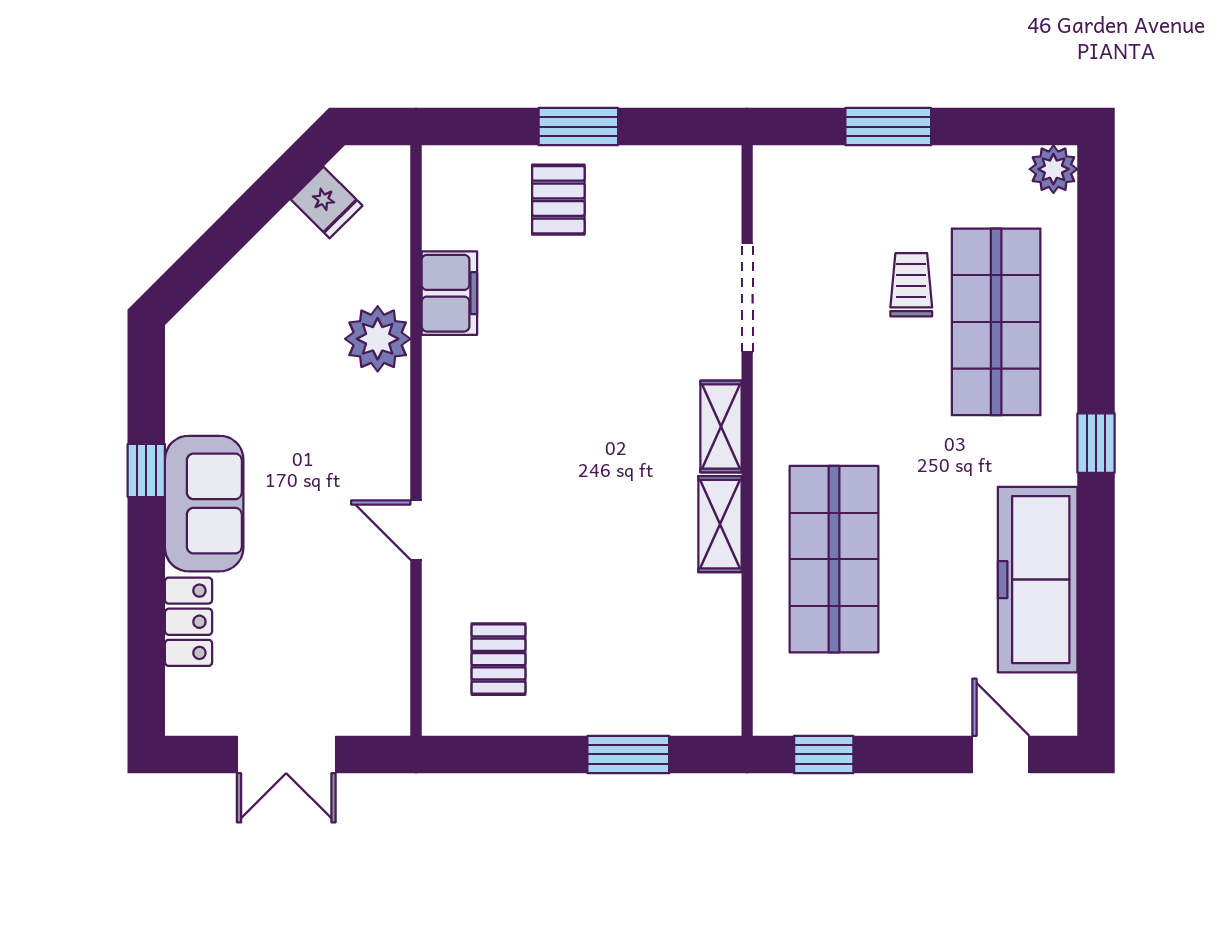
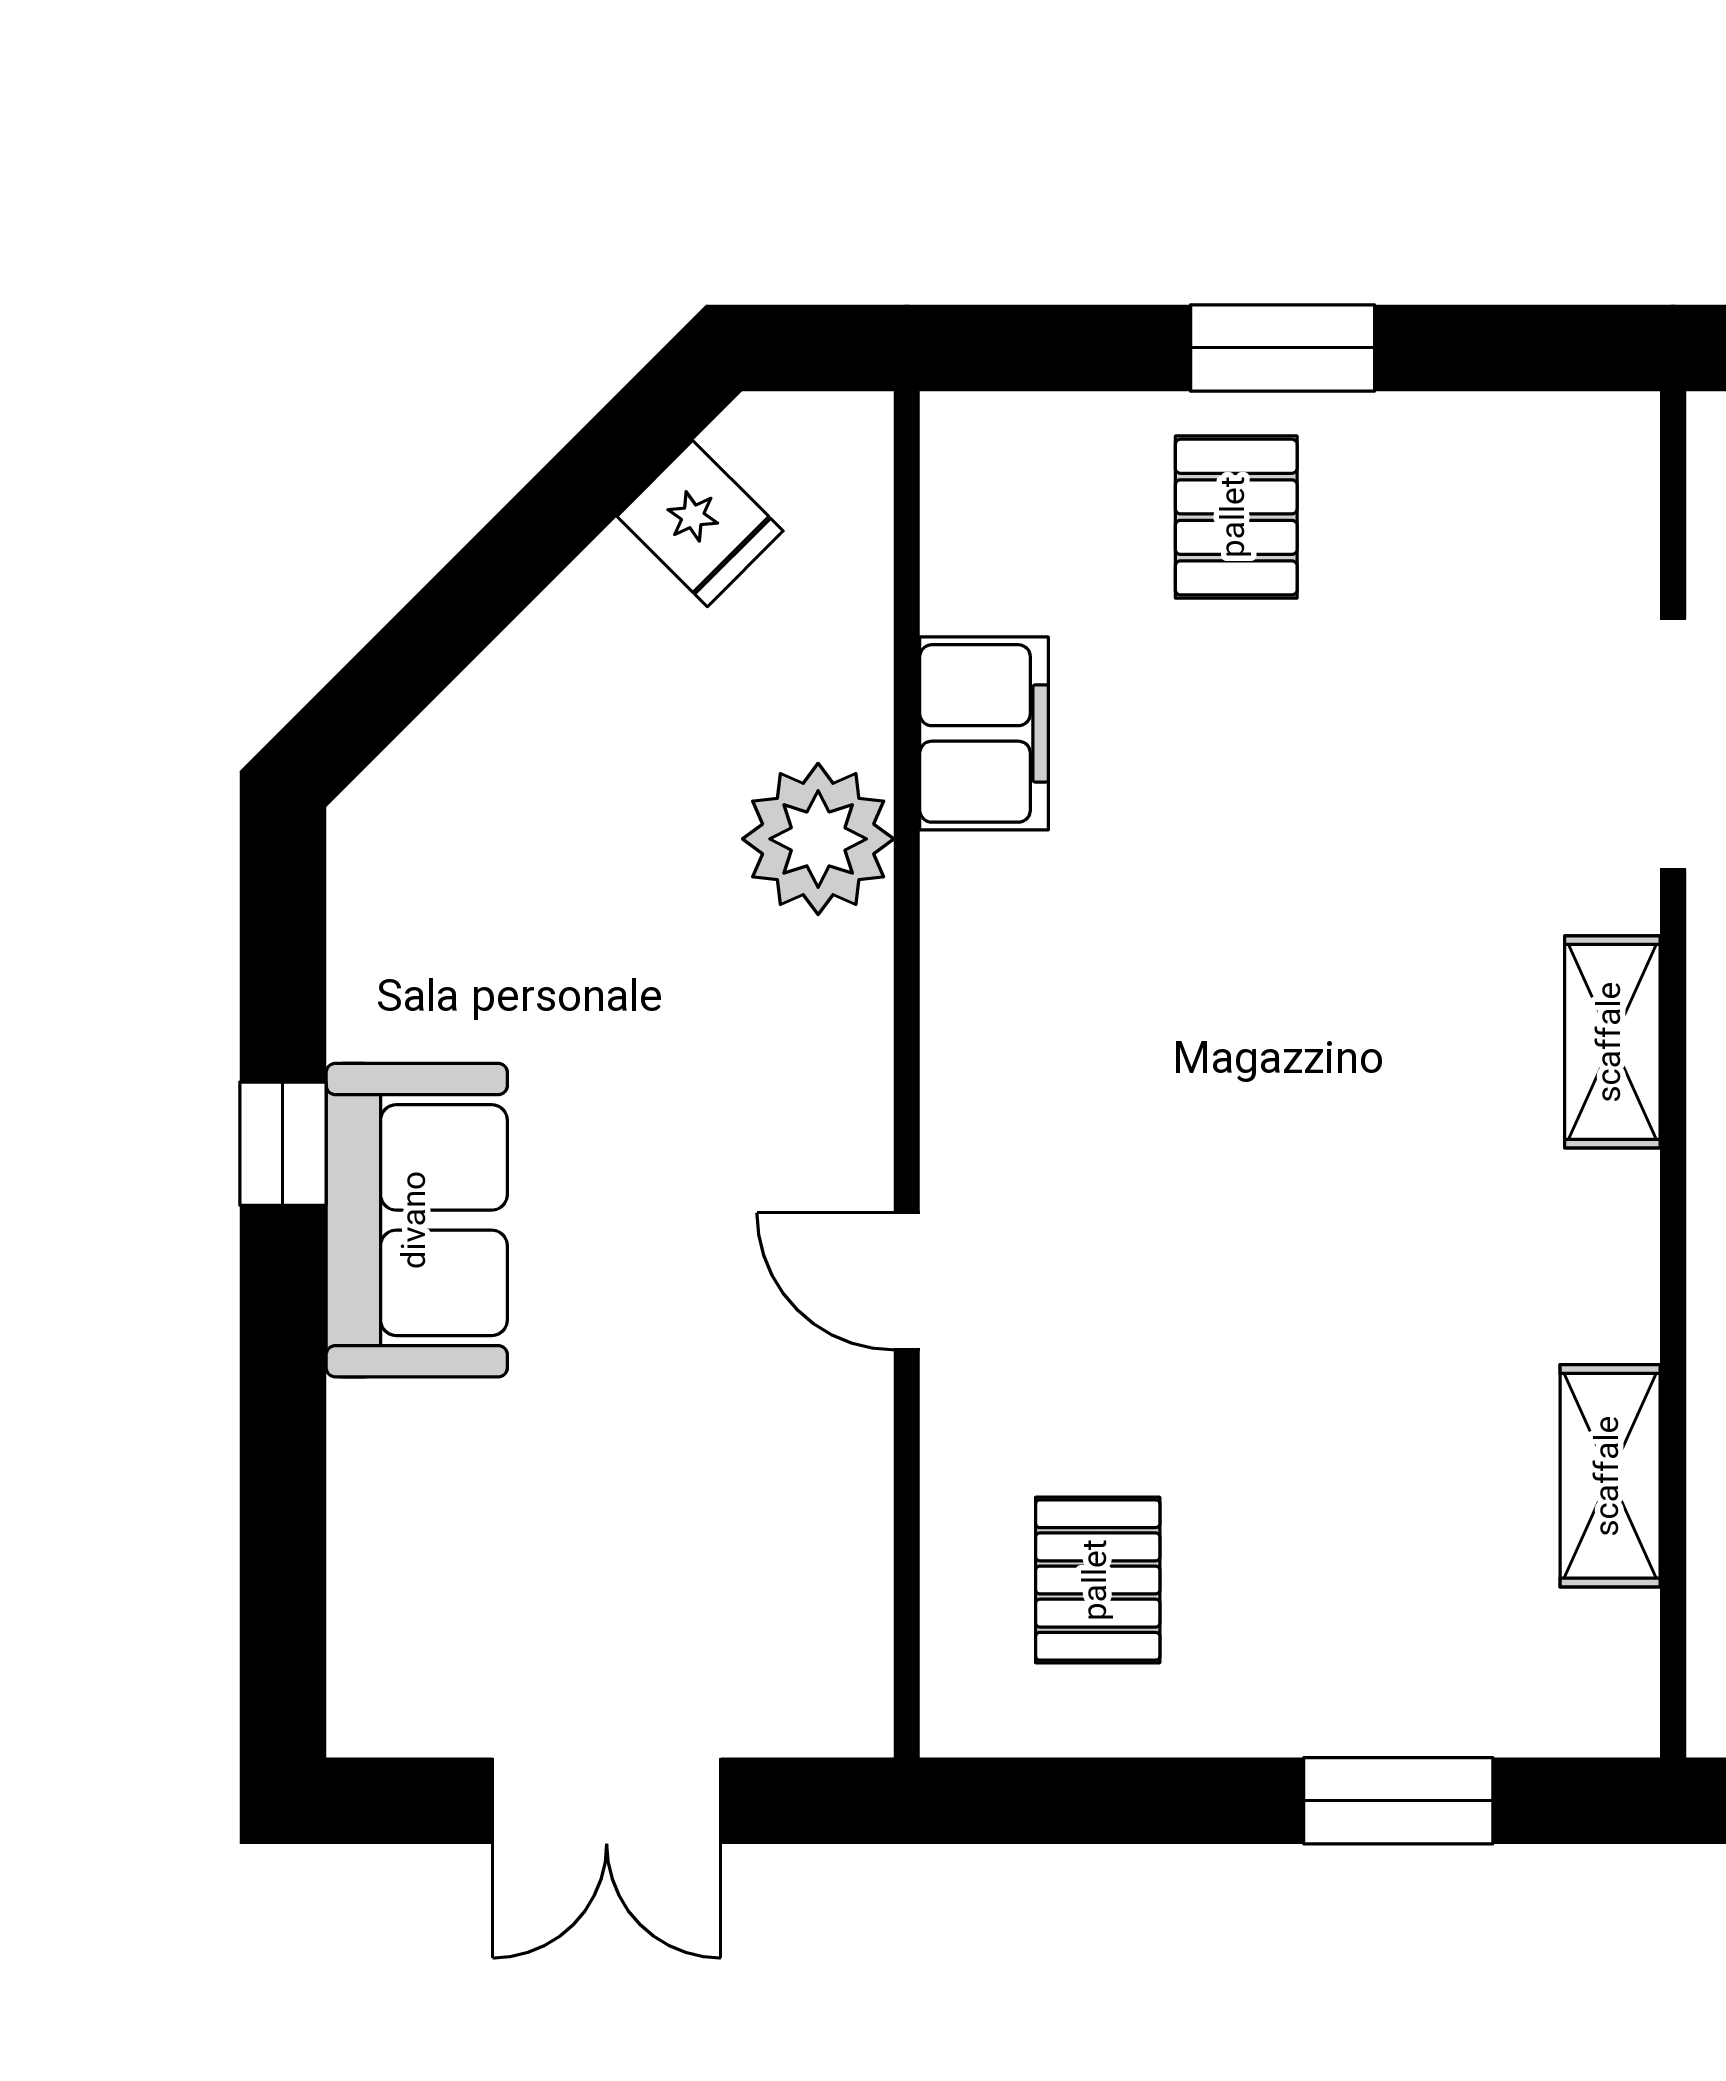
shelving: (720, 524) -> (1610, 1476), moved
locker: (189, 622) -> (381, 1494), removed

